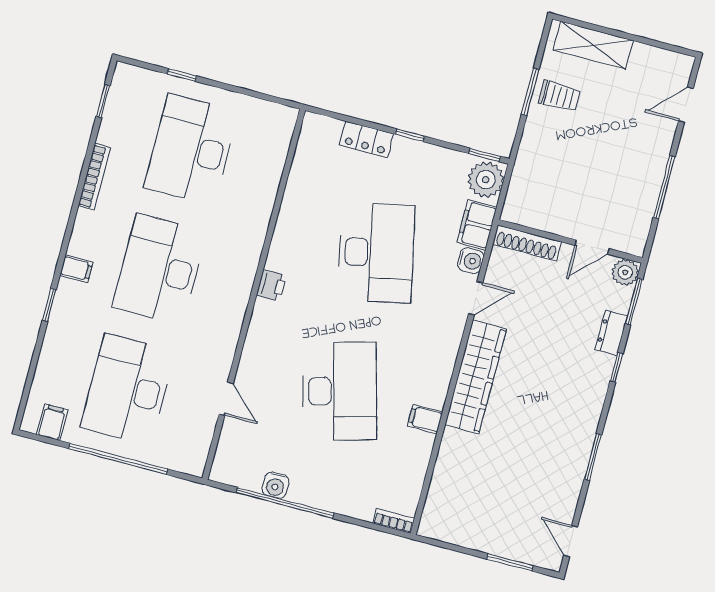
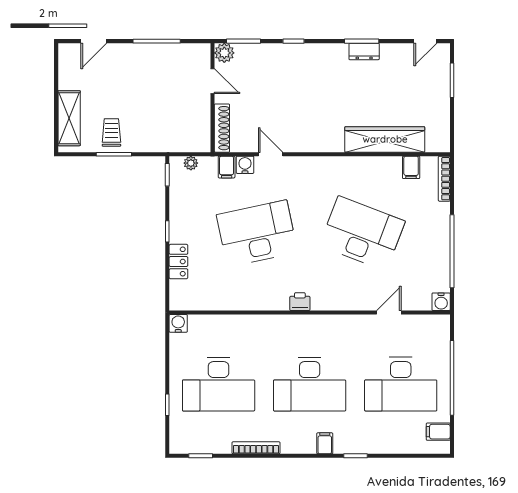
door: (686, 105) -> (94, 41), hinge flipped
water cooler: (285, 118) -> (178, 323), added
plant: (486, 180) -> (191, 163), width x0.53, depth x0.53
filing cabinet: (477, 225) -> (227, 167), width x0.50
dresser: (611, 333) -> (364, 51), moved
wardrobe: (476, 377) -> (385, 139), moved
desk: (340, 391) -> (362, 233), turned 36
filing cabinet: (425, 419) -> (411, 167), moved
water cooler: (275, 485) -> (441, 302), moved, turned 90
bookcase: (394, 521) -> (444, 179), width x1.56

